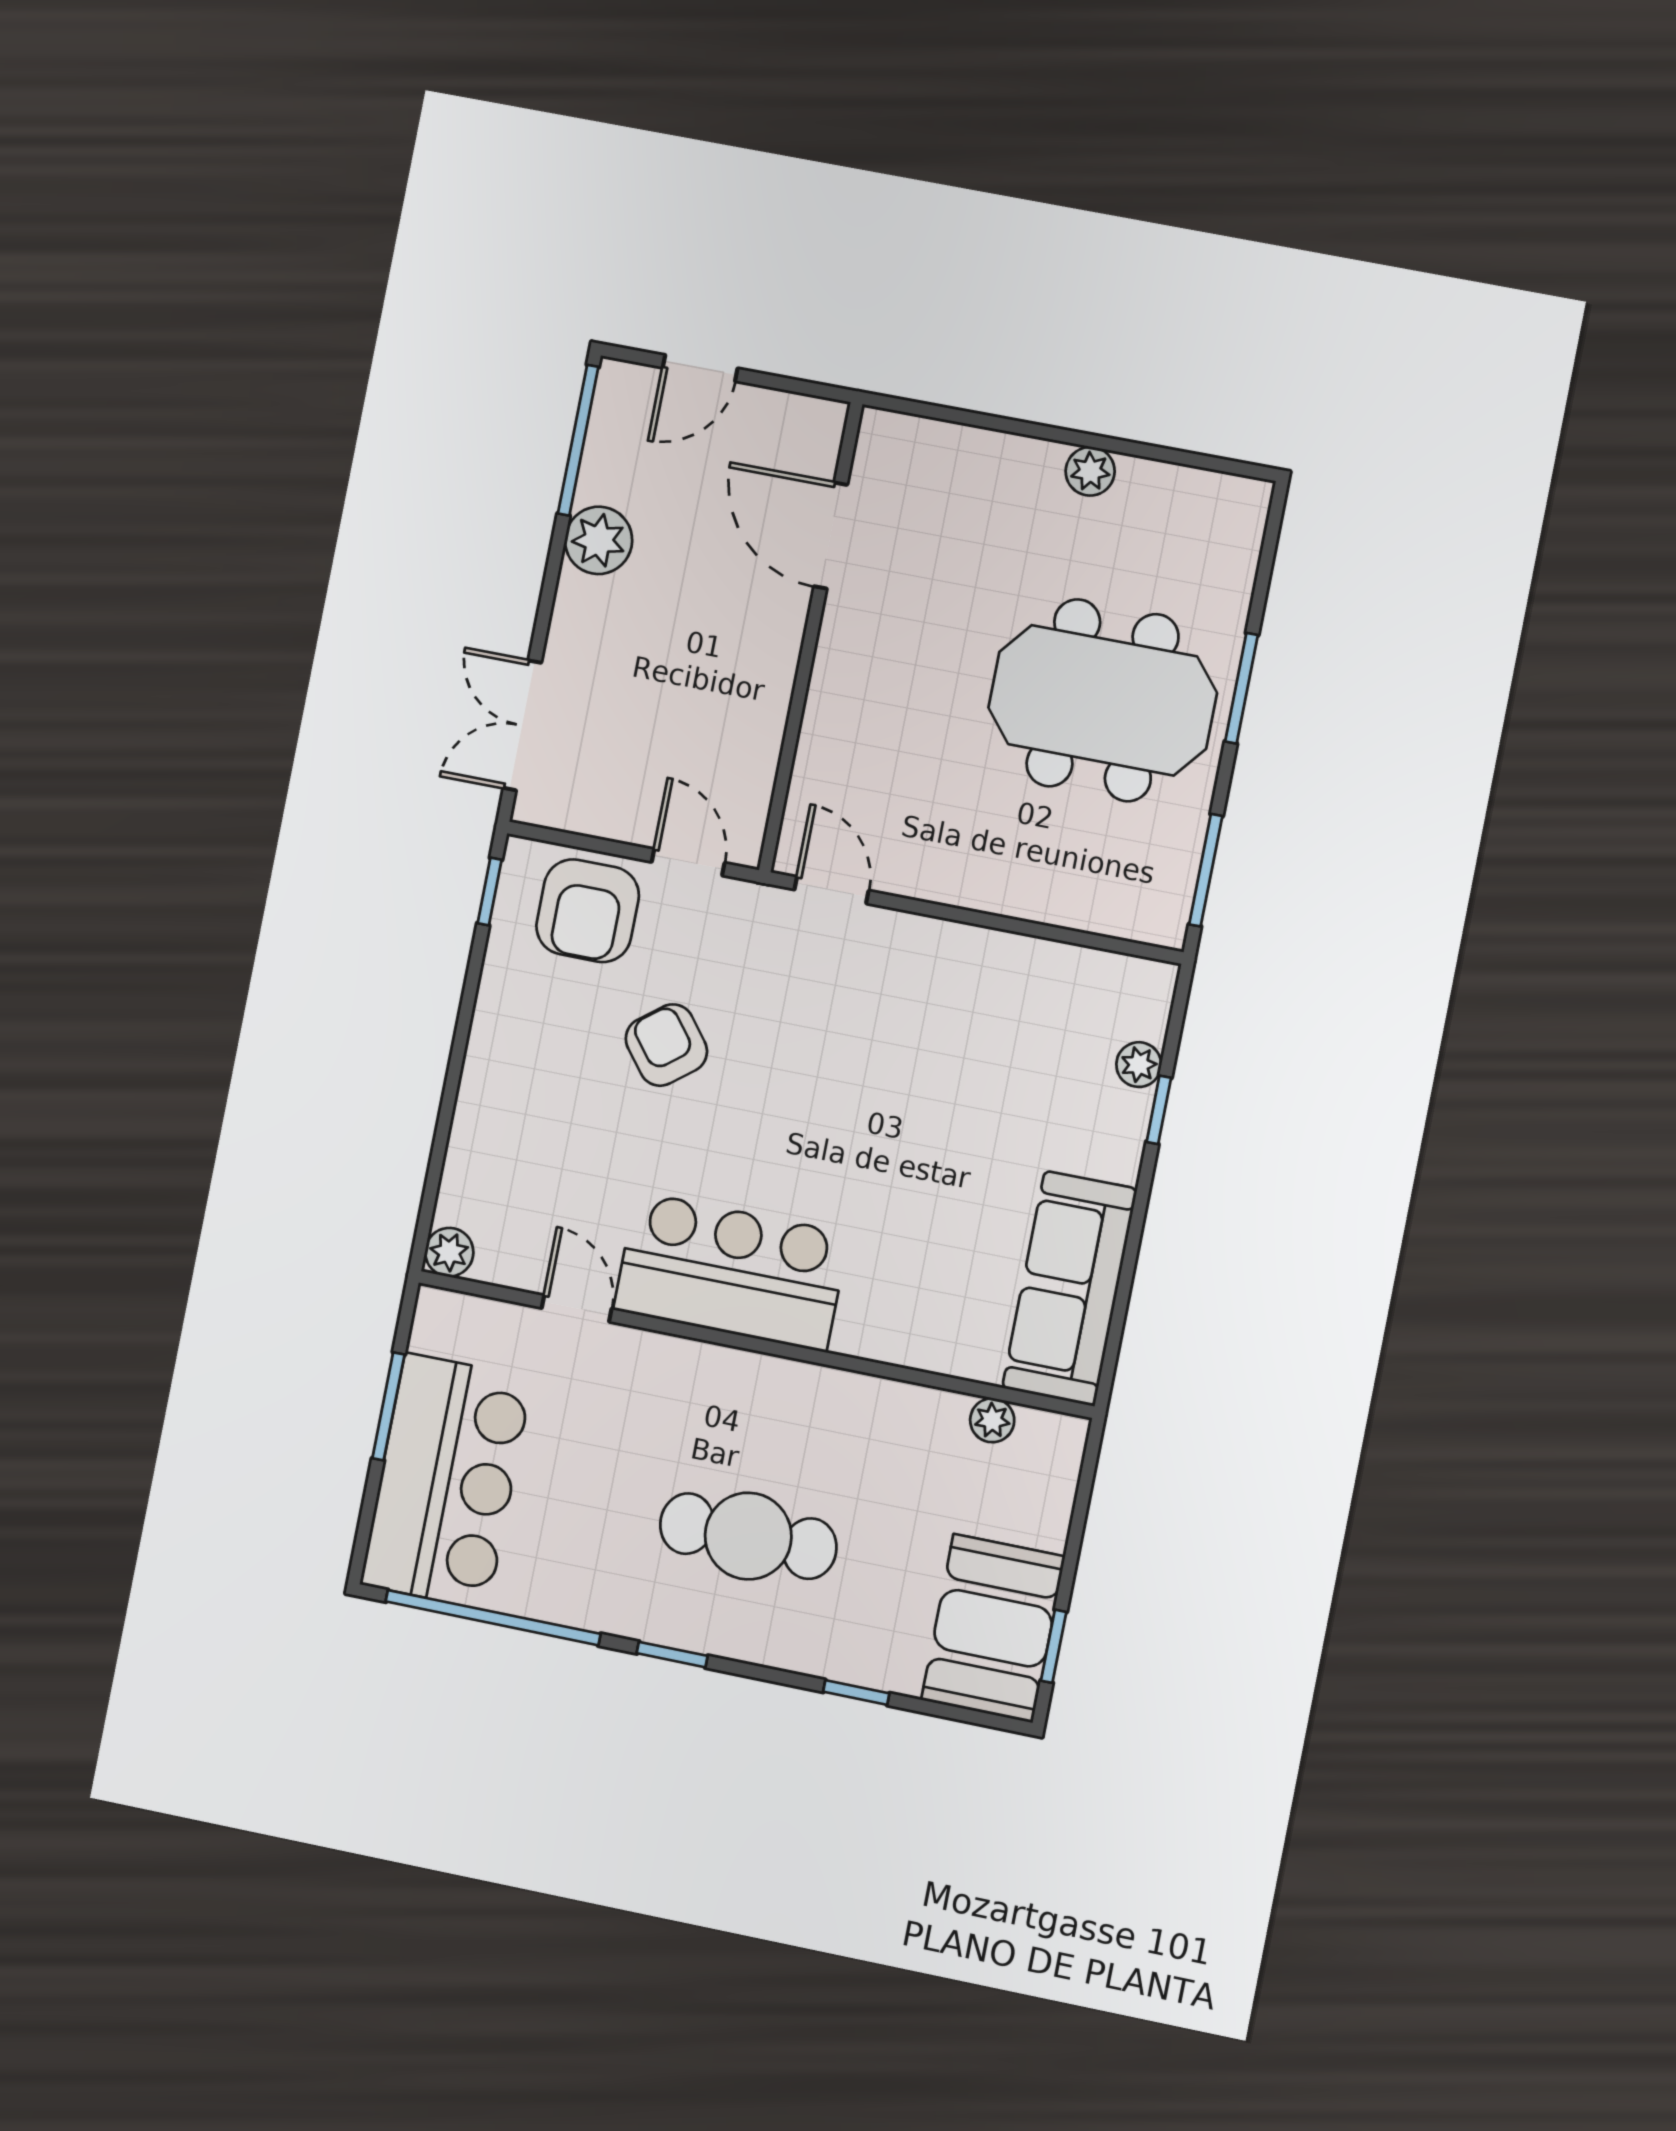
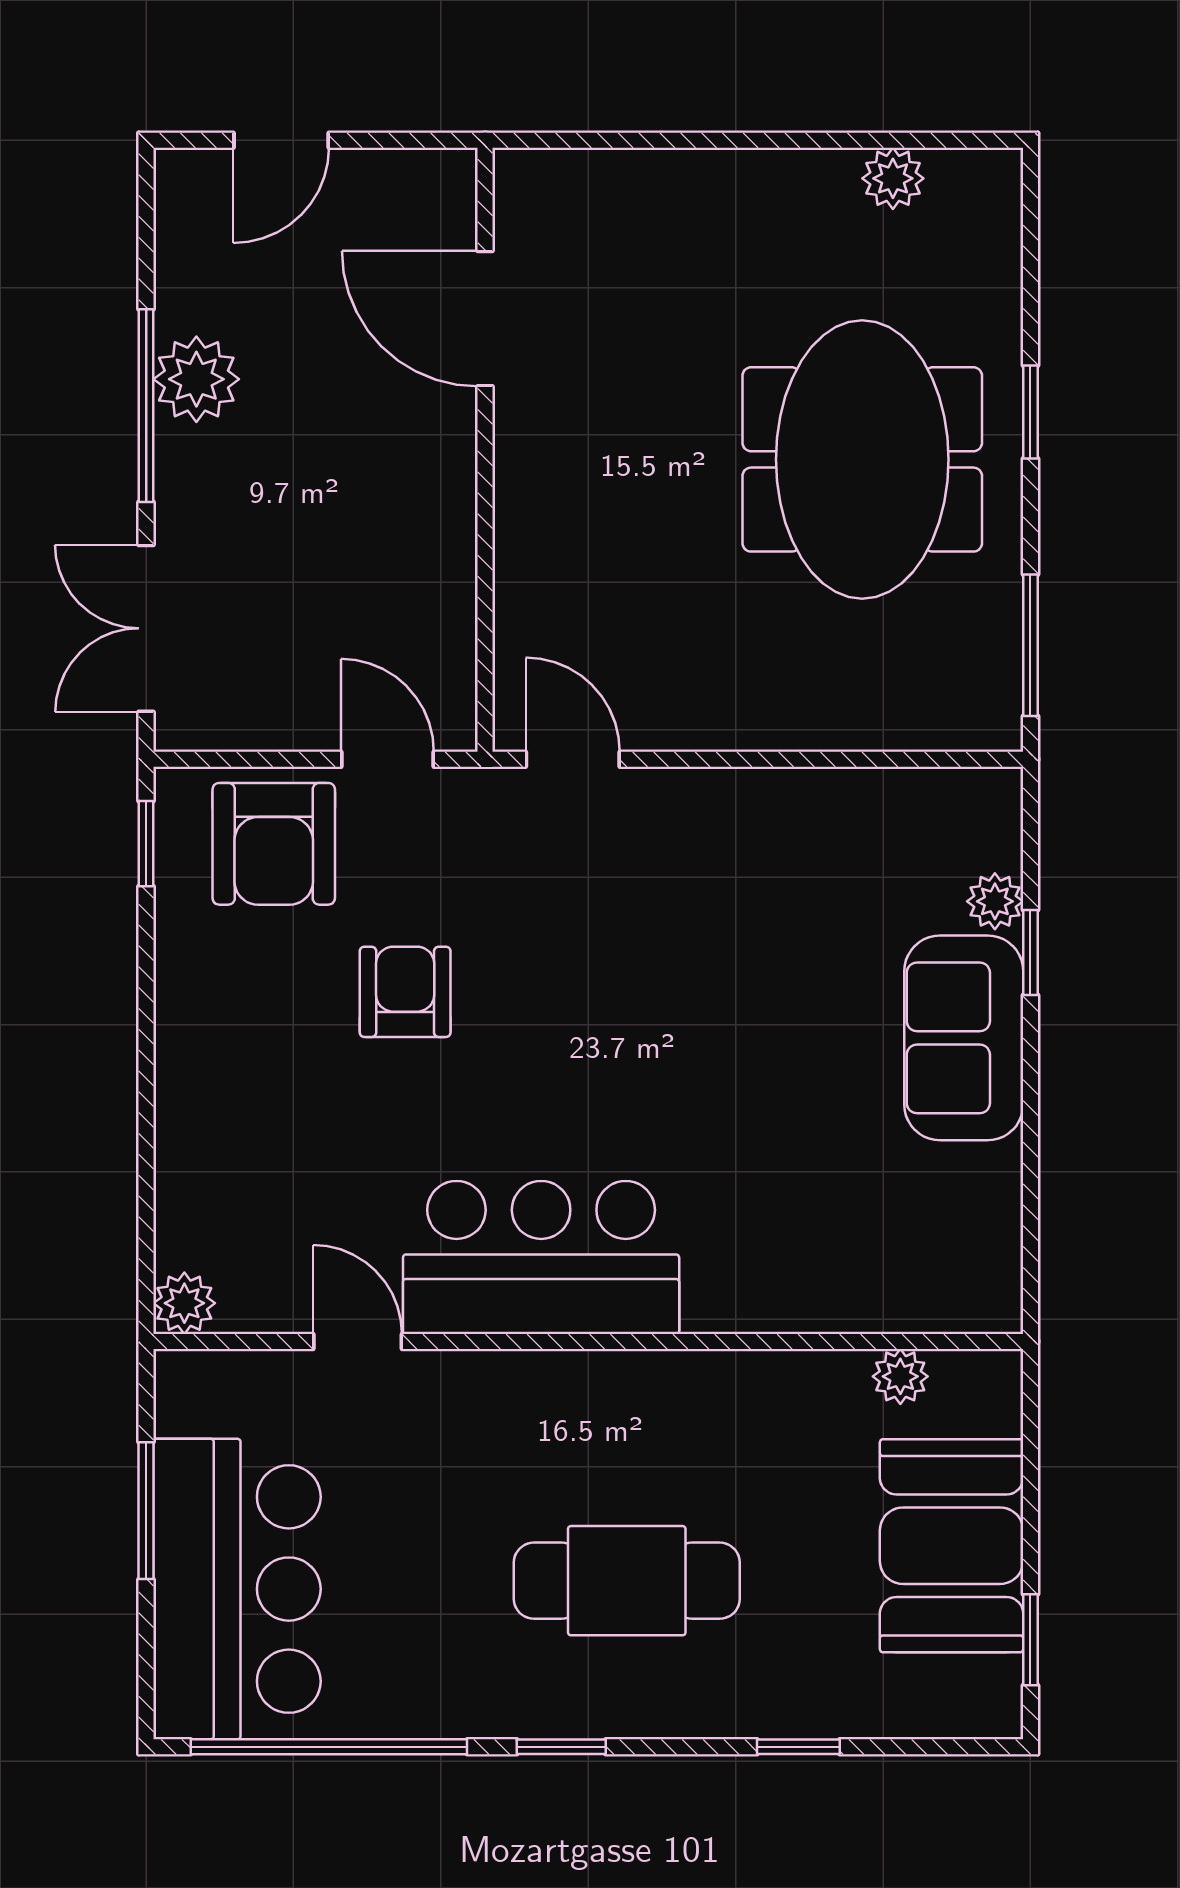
window: (578, 440) -> (146, 406), moved
plant: (1090, 471) -> (893, 178), moved
window: (1241, 688) -> (1030, 412), width x0.67
meeting table: (1102, 700) -> (862, 459), turned 90
armchair: (666, 1045) -> (405, 992), turned 38
sofa: (1070, 1288) -> (964, 1038), moved, width x0.73
booth: (993, 1628) -> (952, 1546), moved

